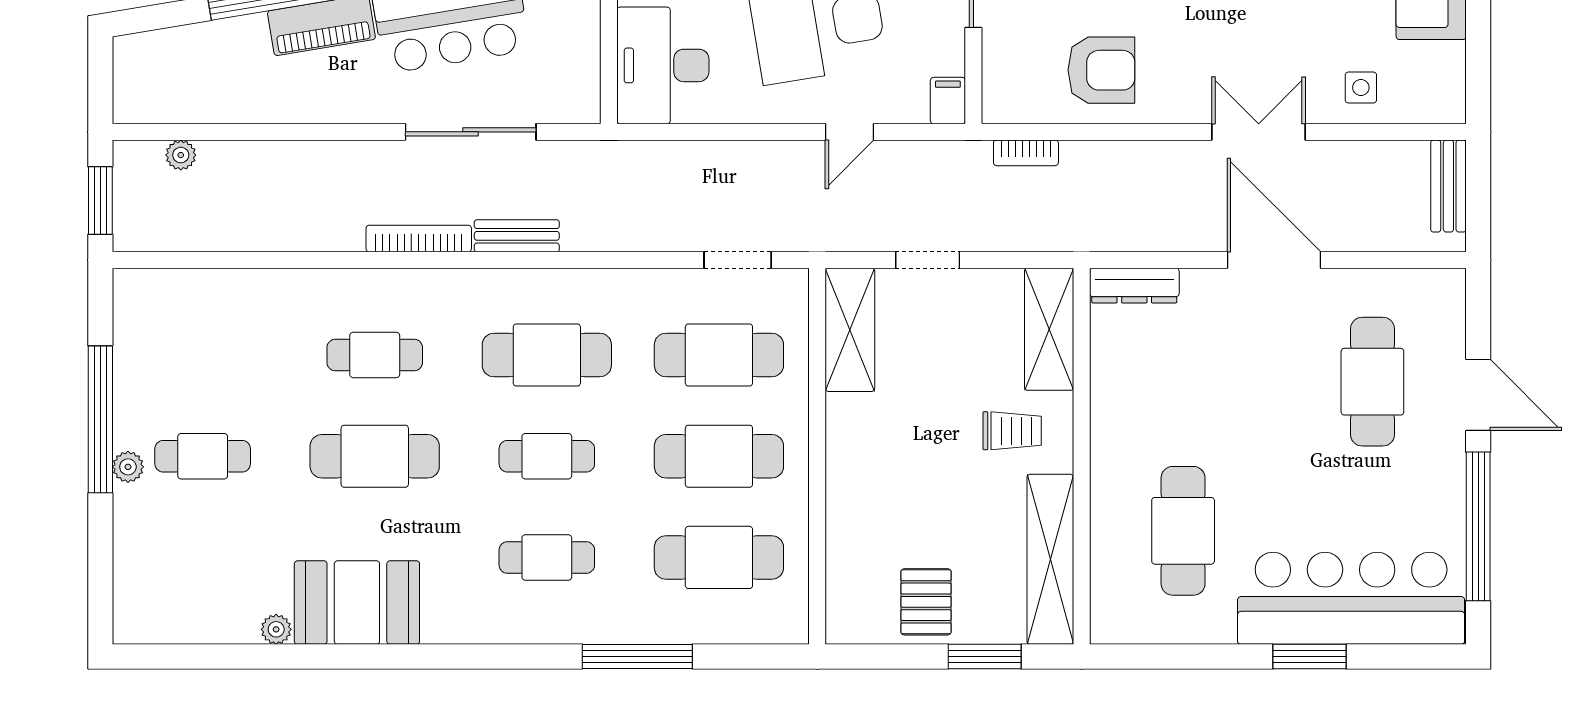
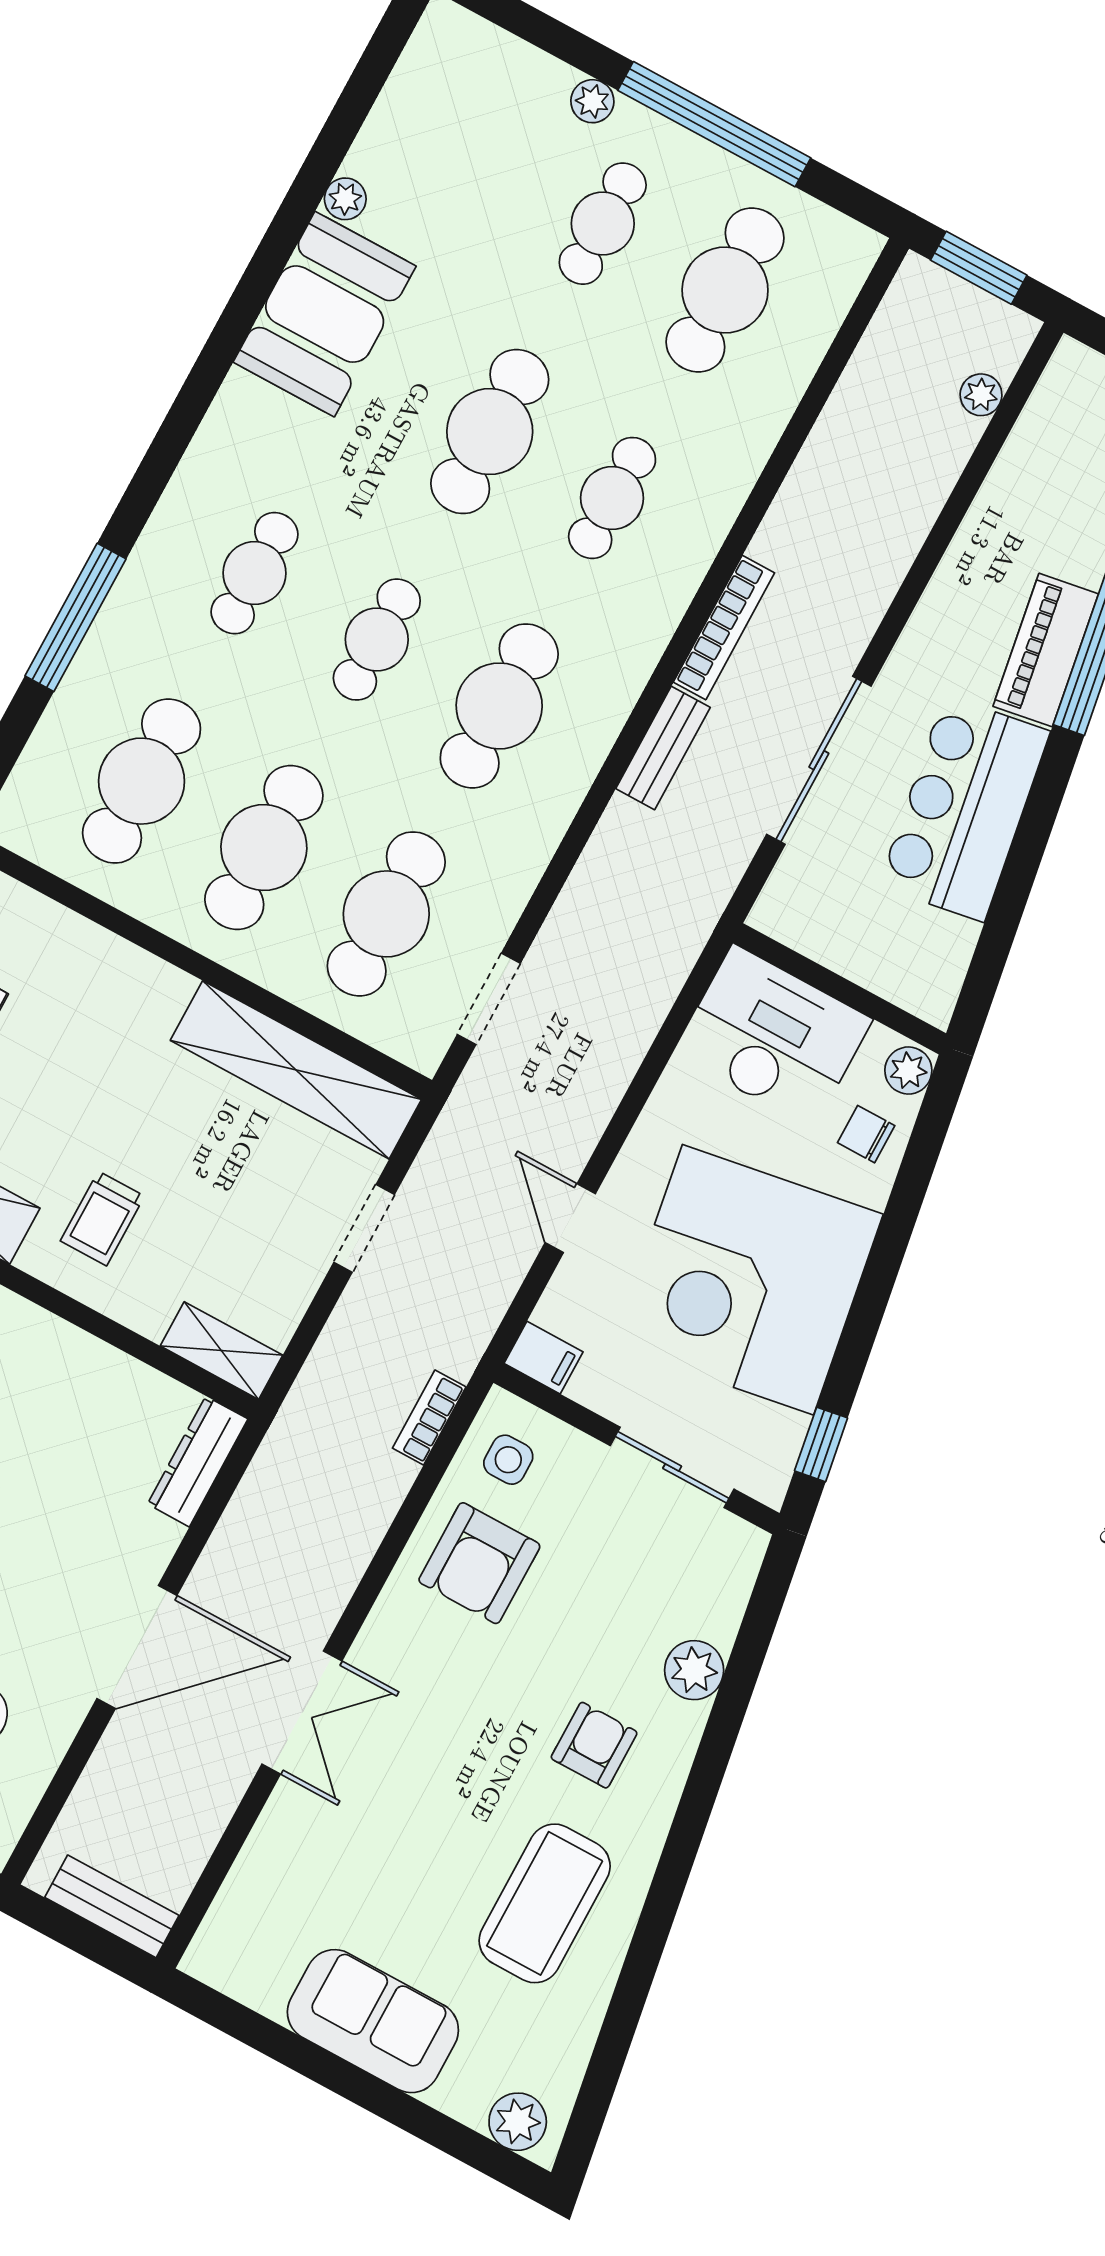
side table: (1361, 88) -> (508, 1460), moved
shelving: (1049, 329) -> (221, 1351), width x0.67, depth x0.75
shelving: (850, 330) -> (296, 1070), width x1.47
cafe table: (203, 355) -> (725, 290), added
plant: (128, 467) -> (592, 101), moved

